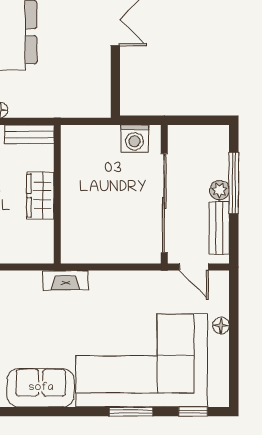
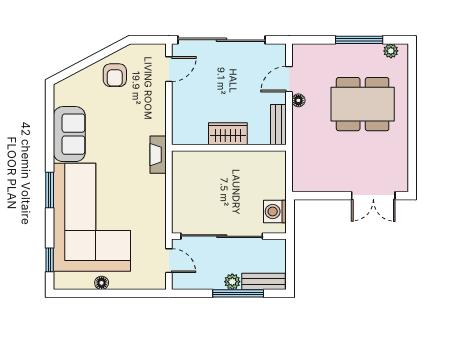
bench: (219, 228) -> (263, 281), moved
door: (194, 267) -> (169, 261), swing flipped
floor lamp: (221, 326) -> (102, 283), moved
window: (131, 412) -> (50, 190), moved

